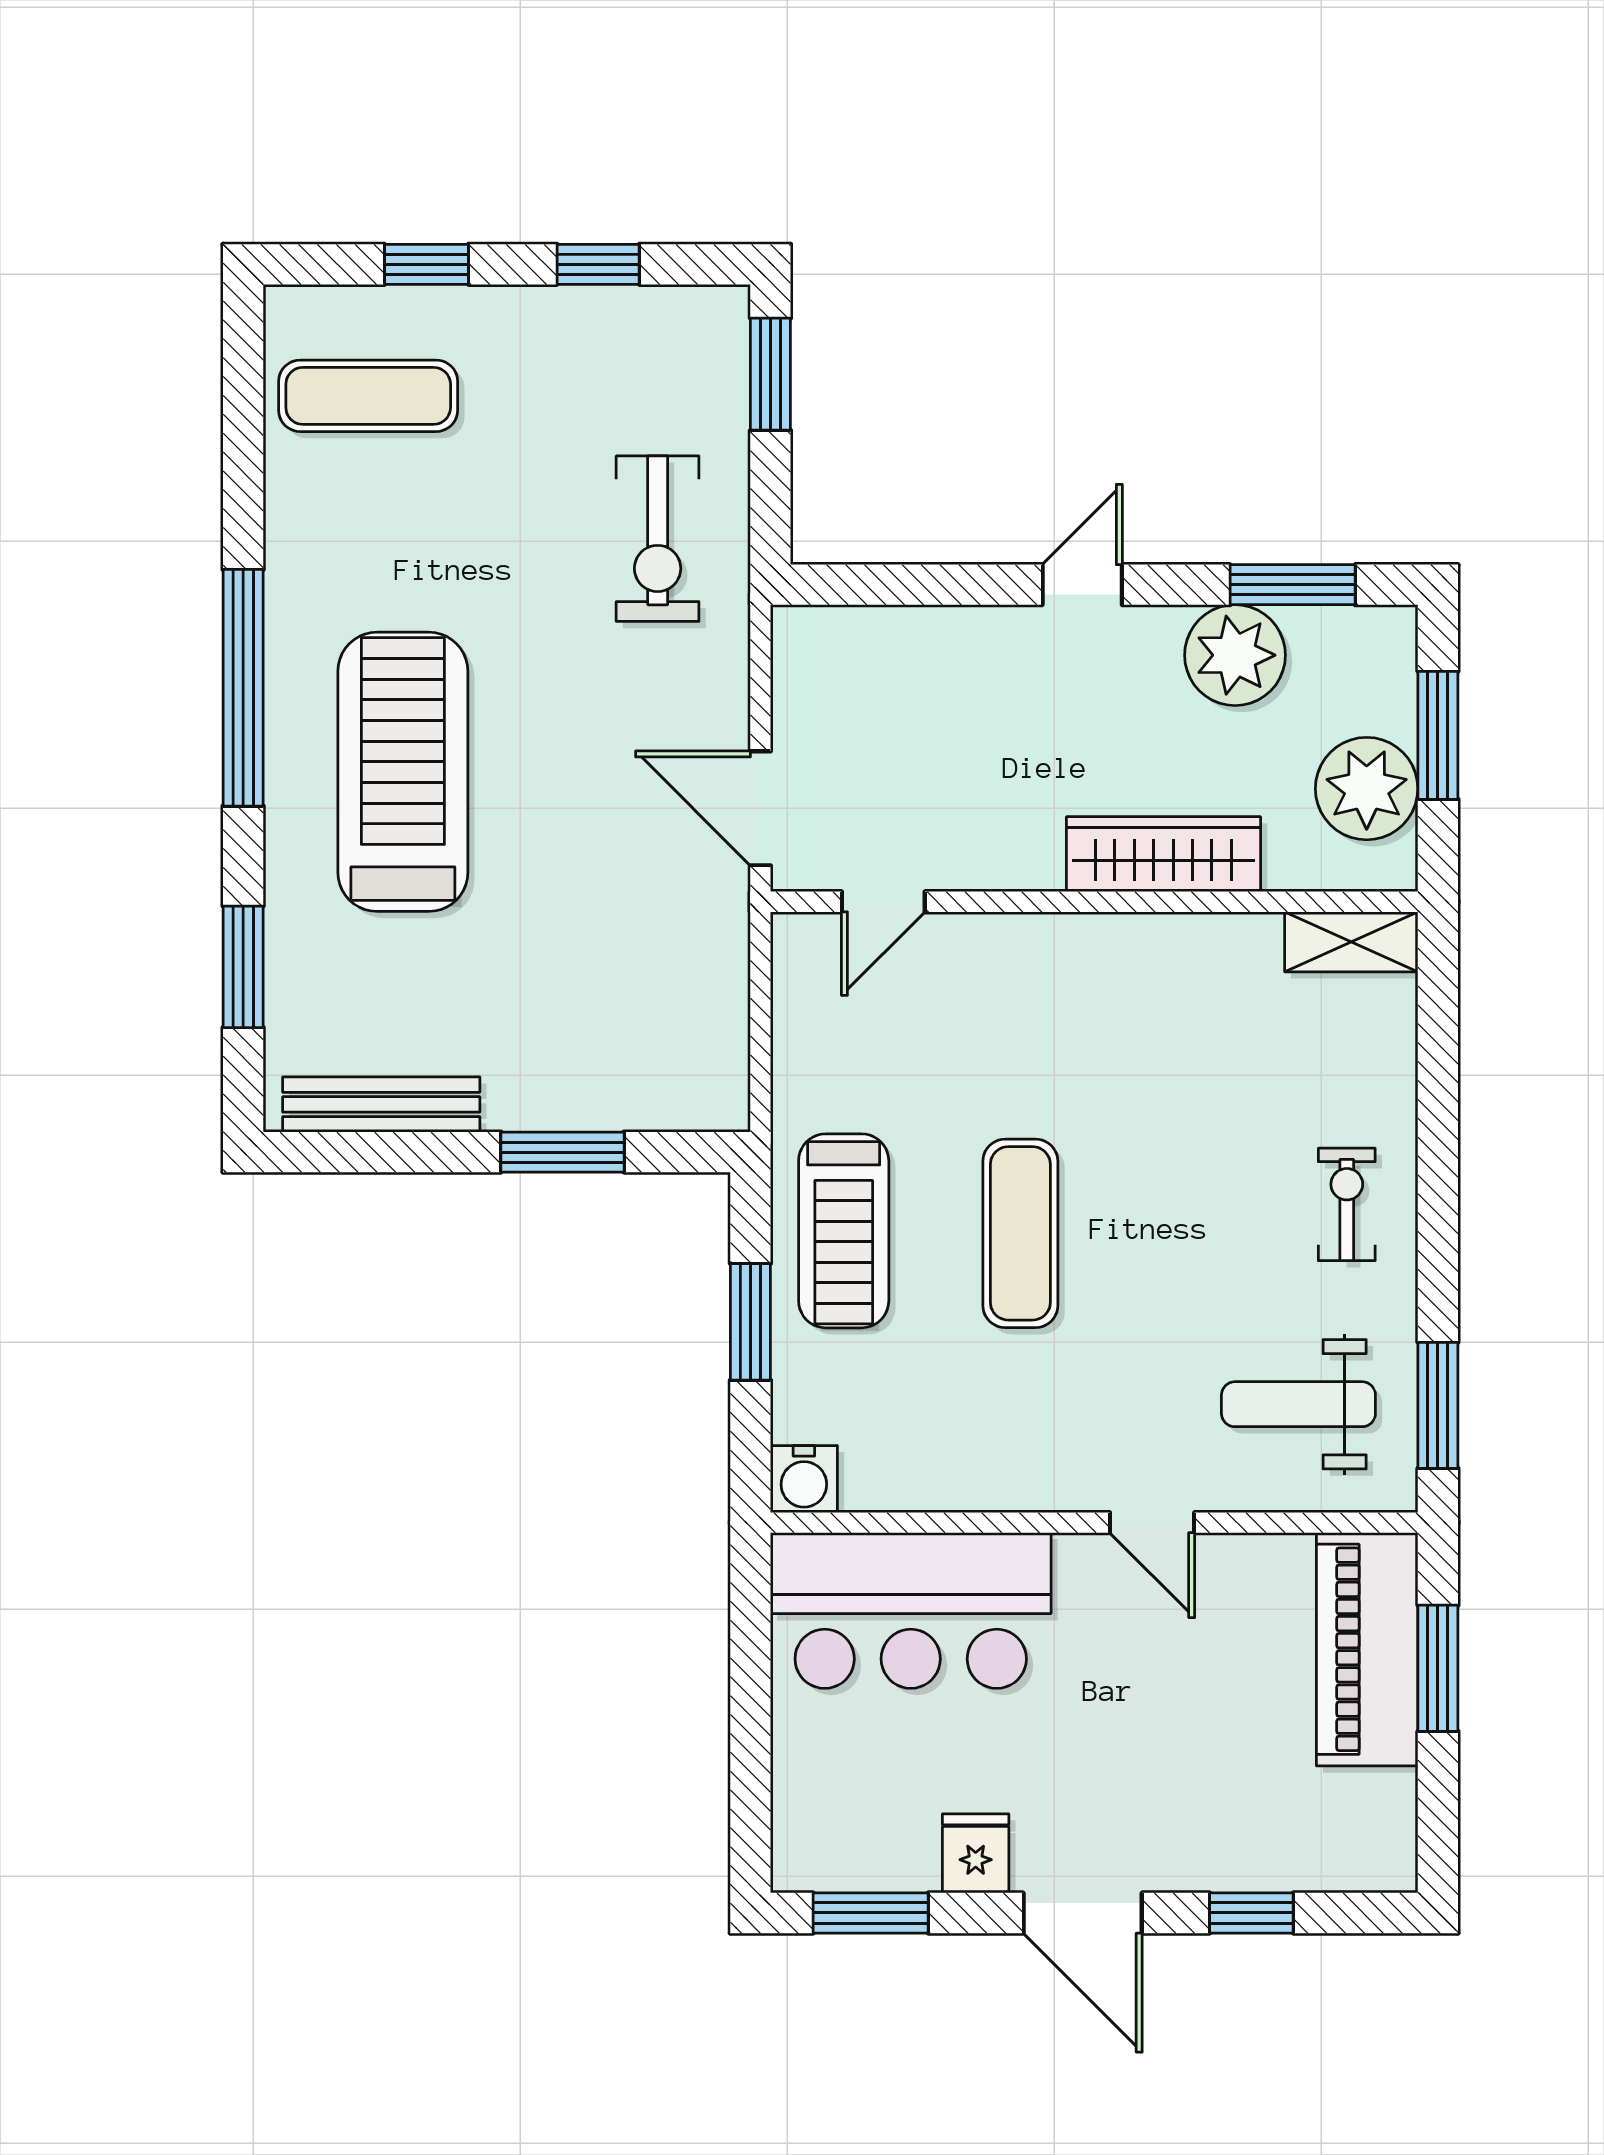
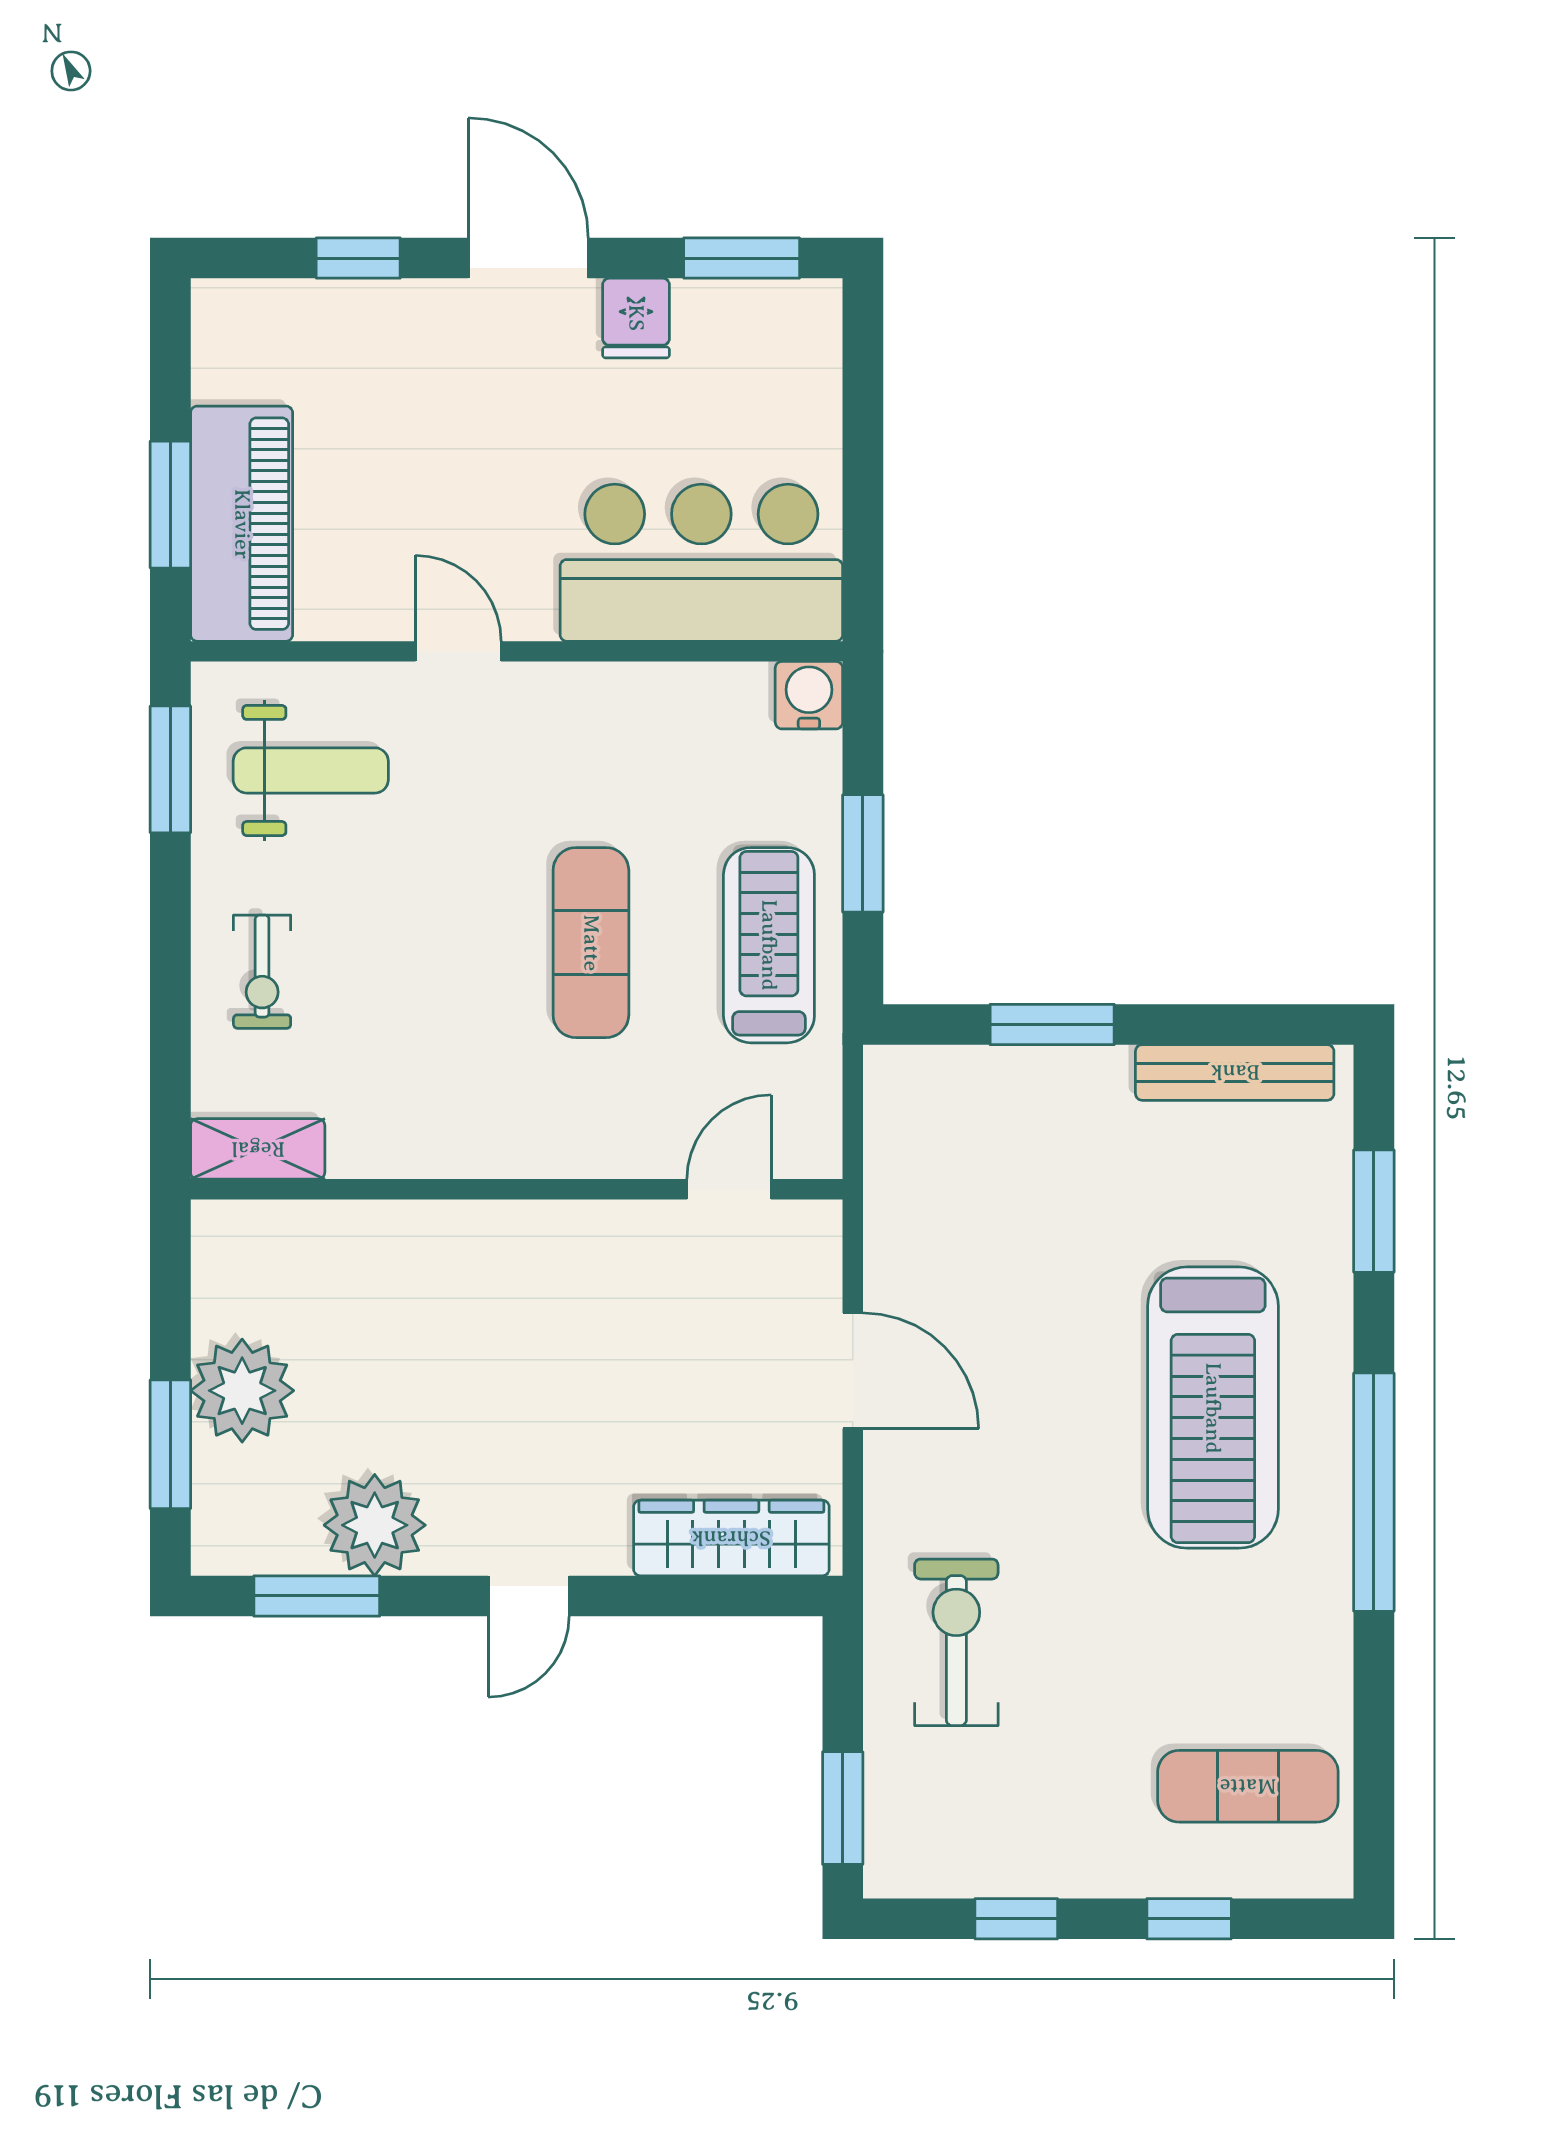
wardrobe: (1163, 854) -> (731, 1538), moved, turned 180
door: (883, 902) -> (729, 1189), moved
wall: (1094, 902) -> (517, 1189), moved
shelving: (1351, 942) -> (258, 1149), moved

